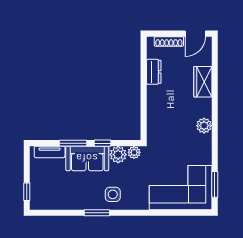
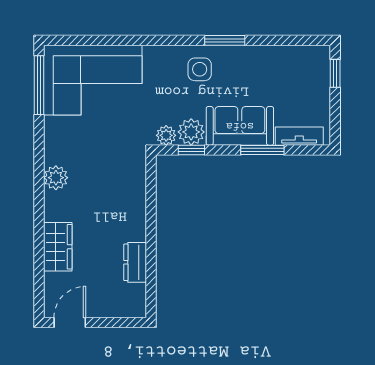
shoe rack: (169, 42) -> (111, 310), removed
window: (102, 143) -> (191, 150), moved
window: (215, 184) -> (39, 85), width x1.44

